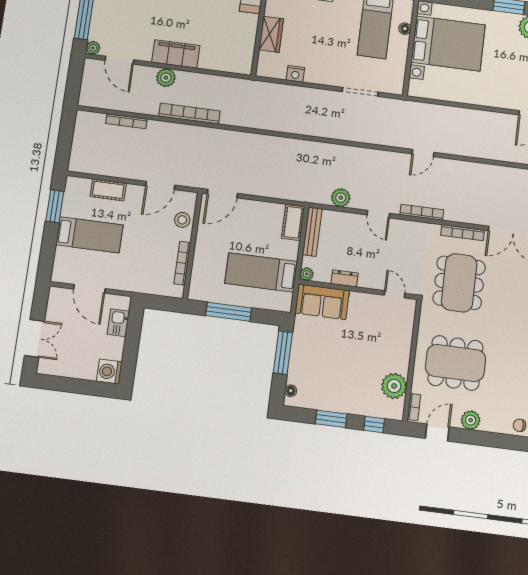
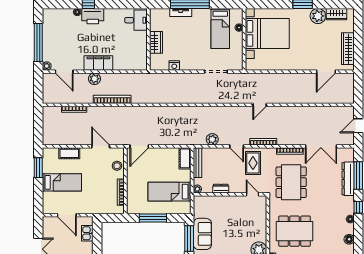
door: (160, 186) -> (101, 146), swing flipped
rug: (401, 244) -> (253, 163), added
sofa: (322, 302) -> (202, 234), moved, turned -90

